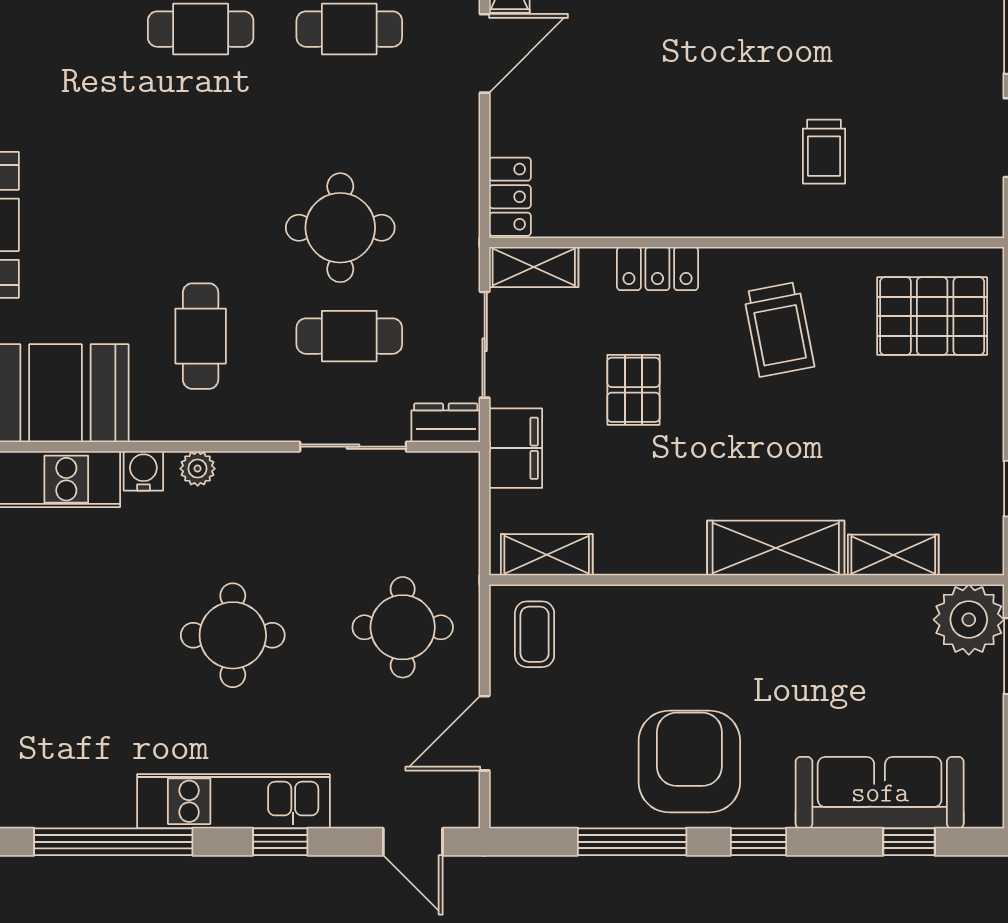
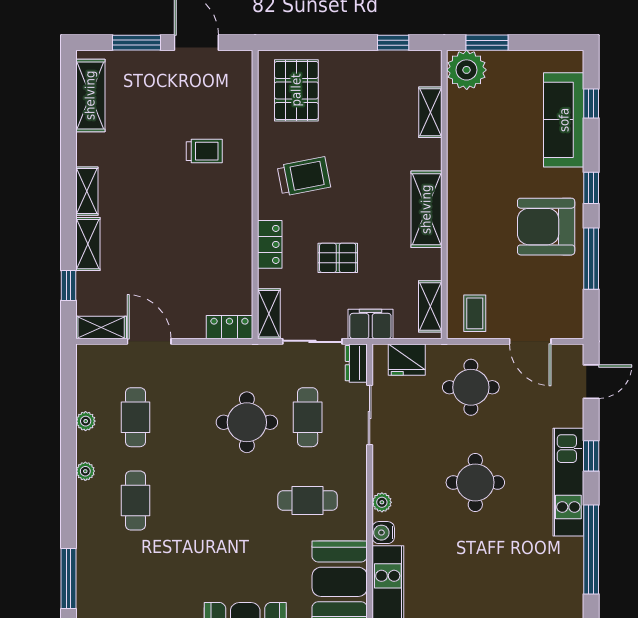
fridge: (452, 513) -> (407, 360), added
shelving: (776, 548) -> (426, 209), moved
coffee table: (535, 634) -> (475, 313), turned 90

